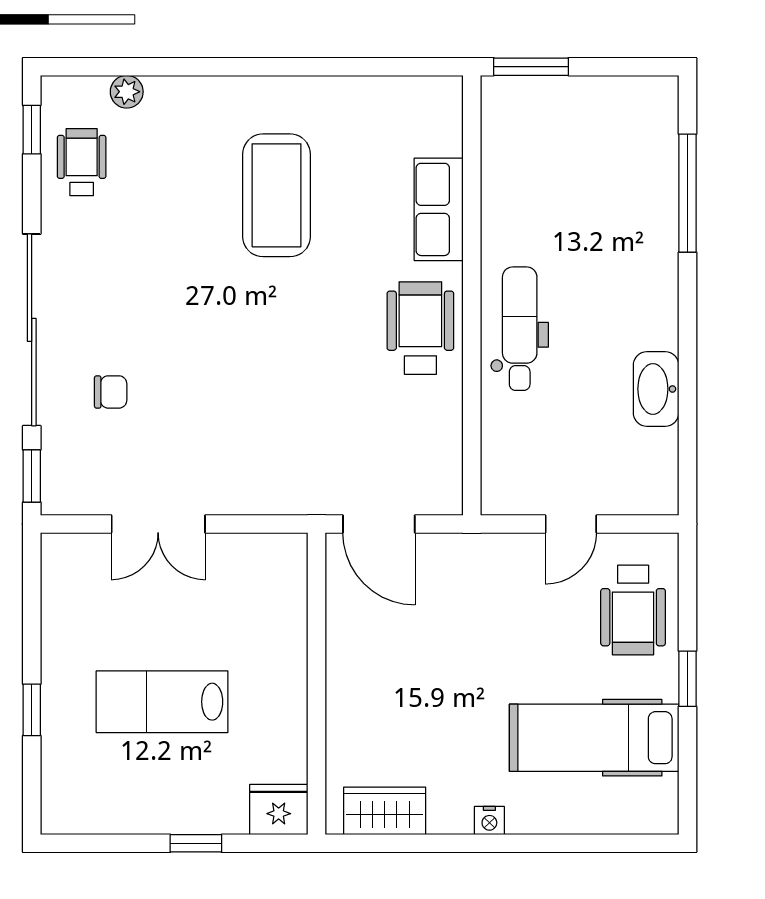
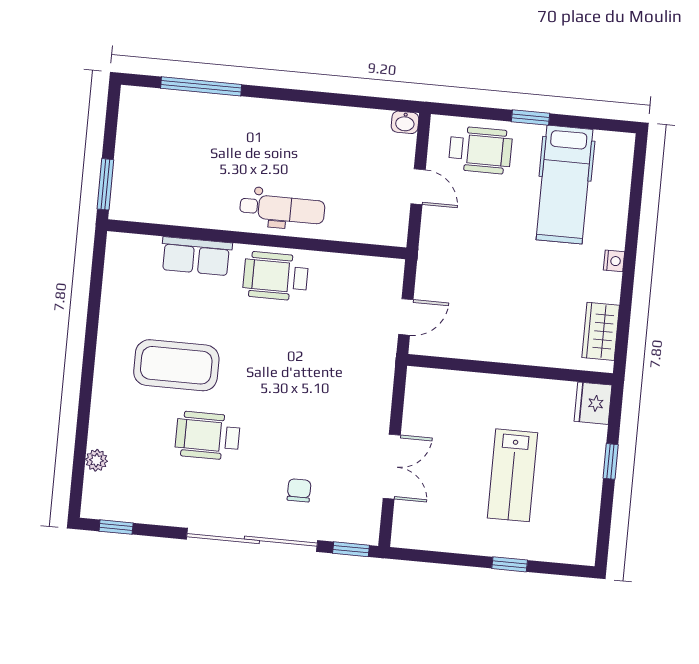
wheelchair: (82, 162) -> (208, 436), moved, width x1.36, depth x1.37
dental chair: (520, 329) -> (282, 209), turned 180
washbasin: (656, 389) -> (405, 122), moved, width x0.52, depth x0.69
door: (379, 524) -> (406, 317), width x0.73

